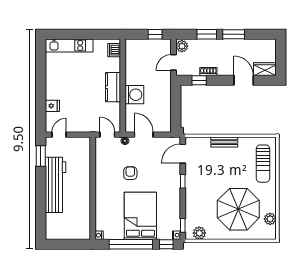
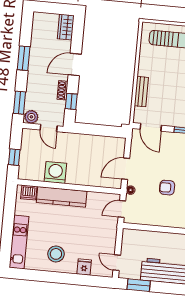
window: (155, 34) -> (14, 157), moved
window: (207, 34) -> (19, 103), moved
stool: (62, 80) -> (56, 254), added
door: (244, 80) -> (75, 64), moved
kitchen counter: (113, 87) -> (62, 197), width x1.50
washing machine: (134, 95) -> (55, 173), moved
bench: (224, 142) -> (141, 92), moved

